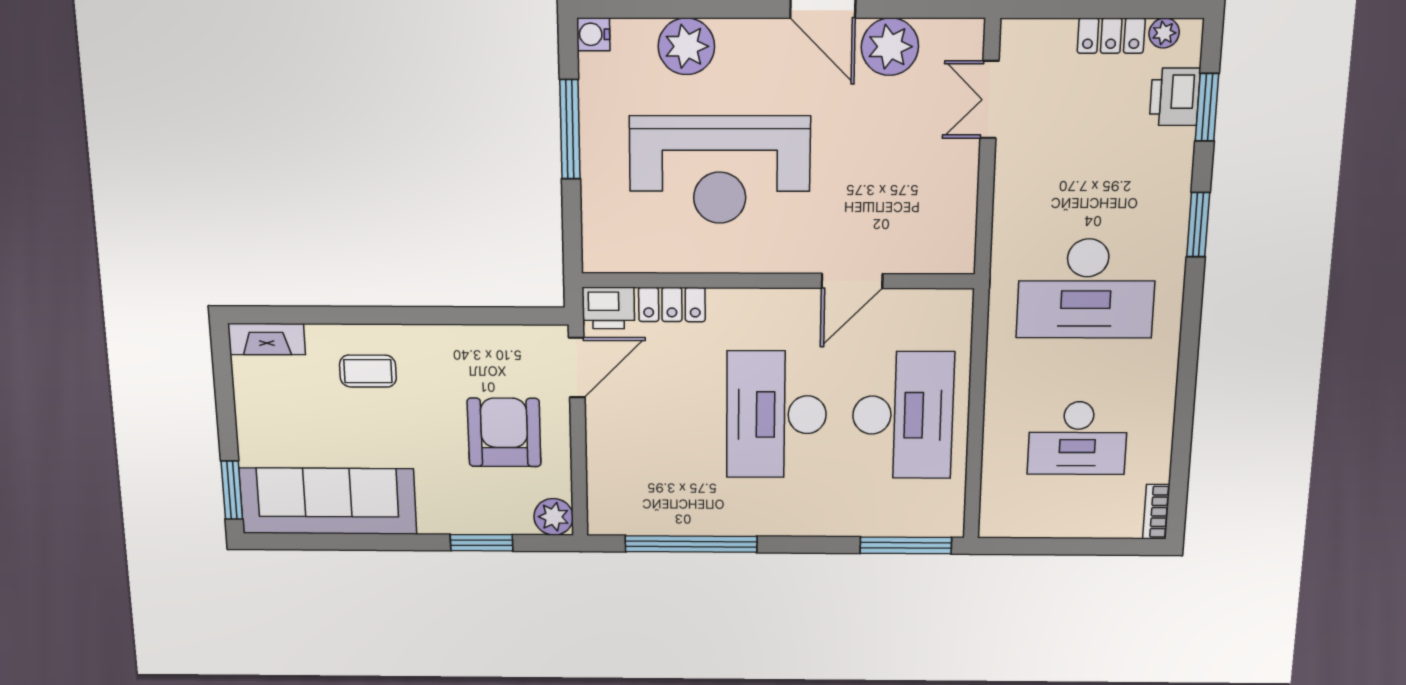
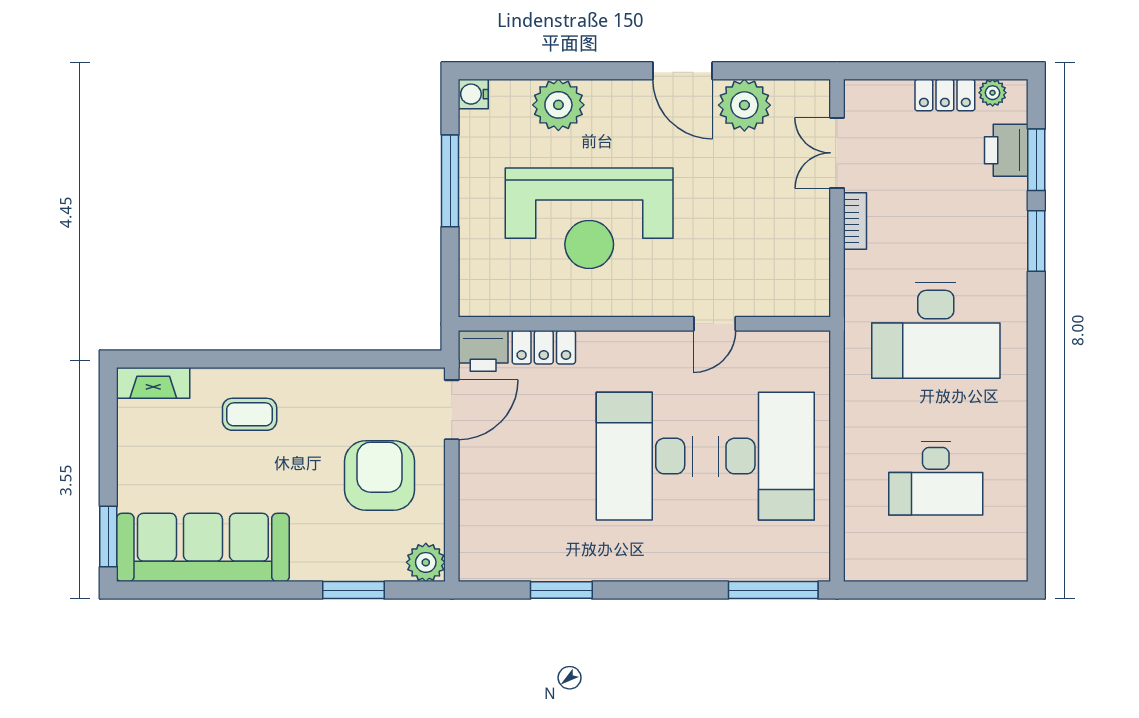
window: (1198, 225) -> (1036, 241), moved
door: (852, 281) -> (715, 324), width x0.73
bookcase: (1156, 512) -> (855, 221), moved, turned 180
window: (691, 544) -> (561, 590), width x0.47

